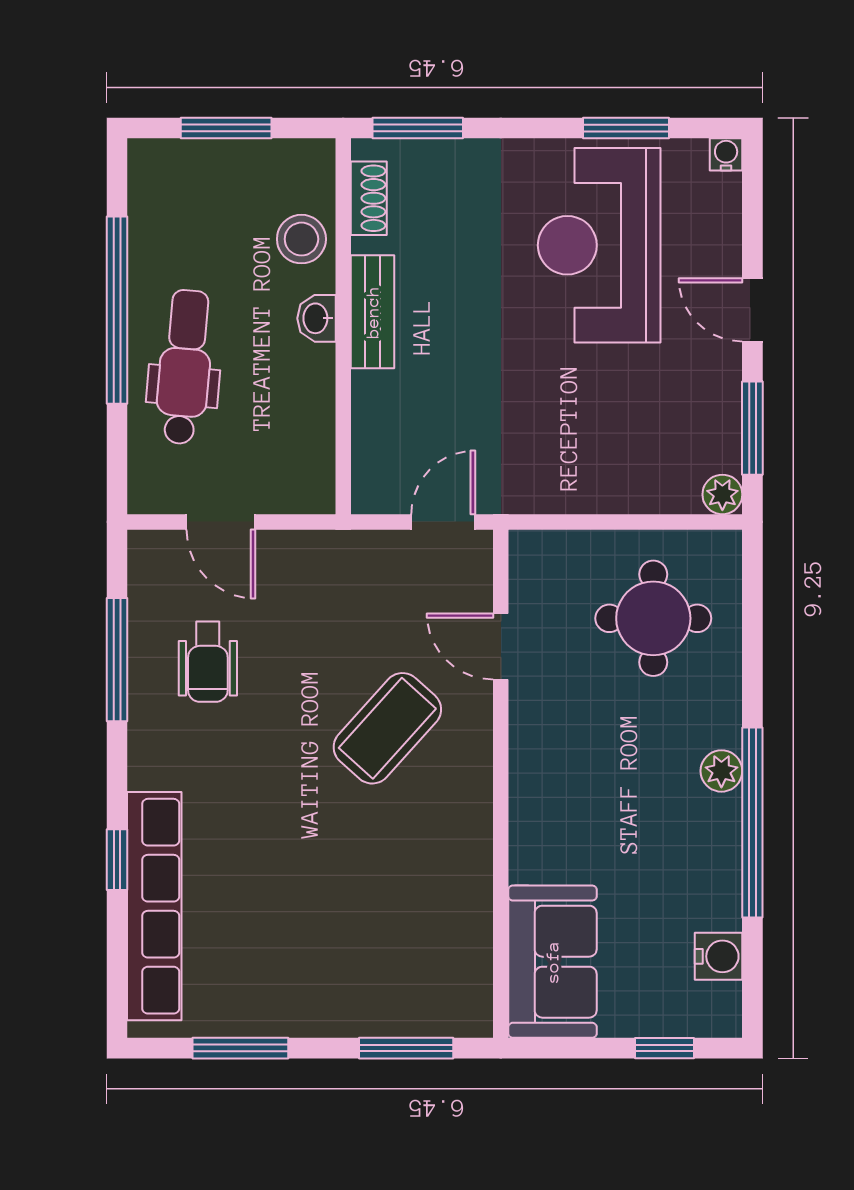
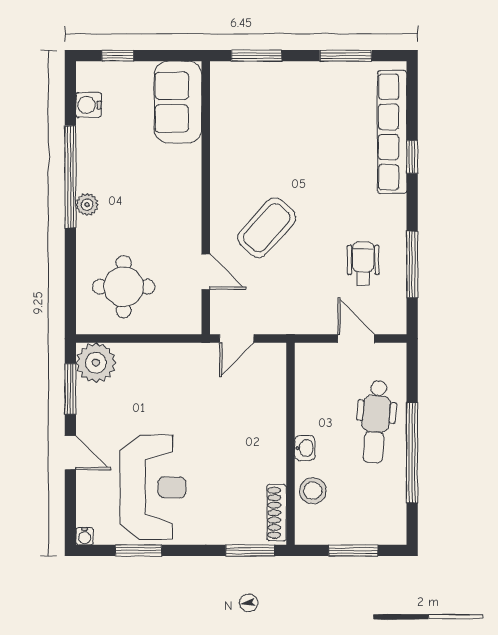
shoe rack: (369, 198) -> (277, 513), width x1.43
bench: (372, 312) -> (275, 452), removed
plant: (722, 494) -> (96, 363), width x1.87, depth x1.87

